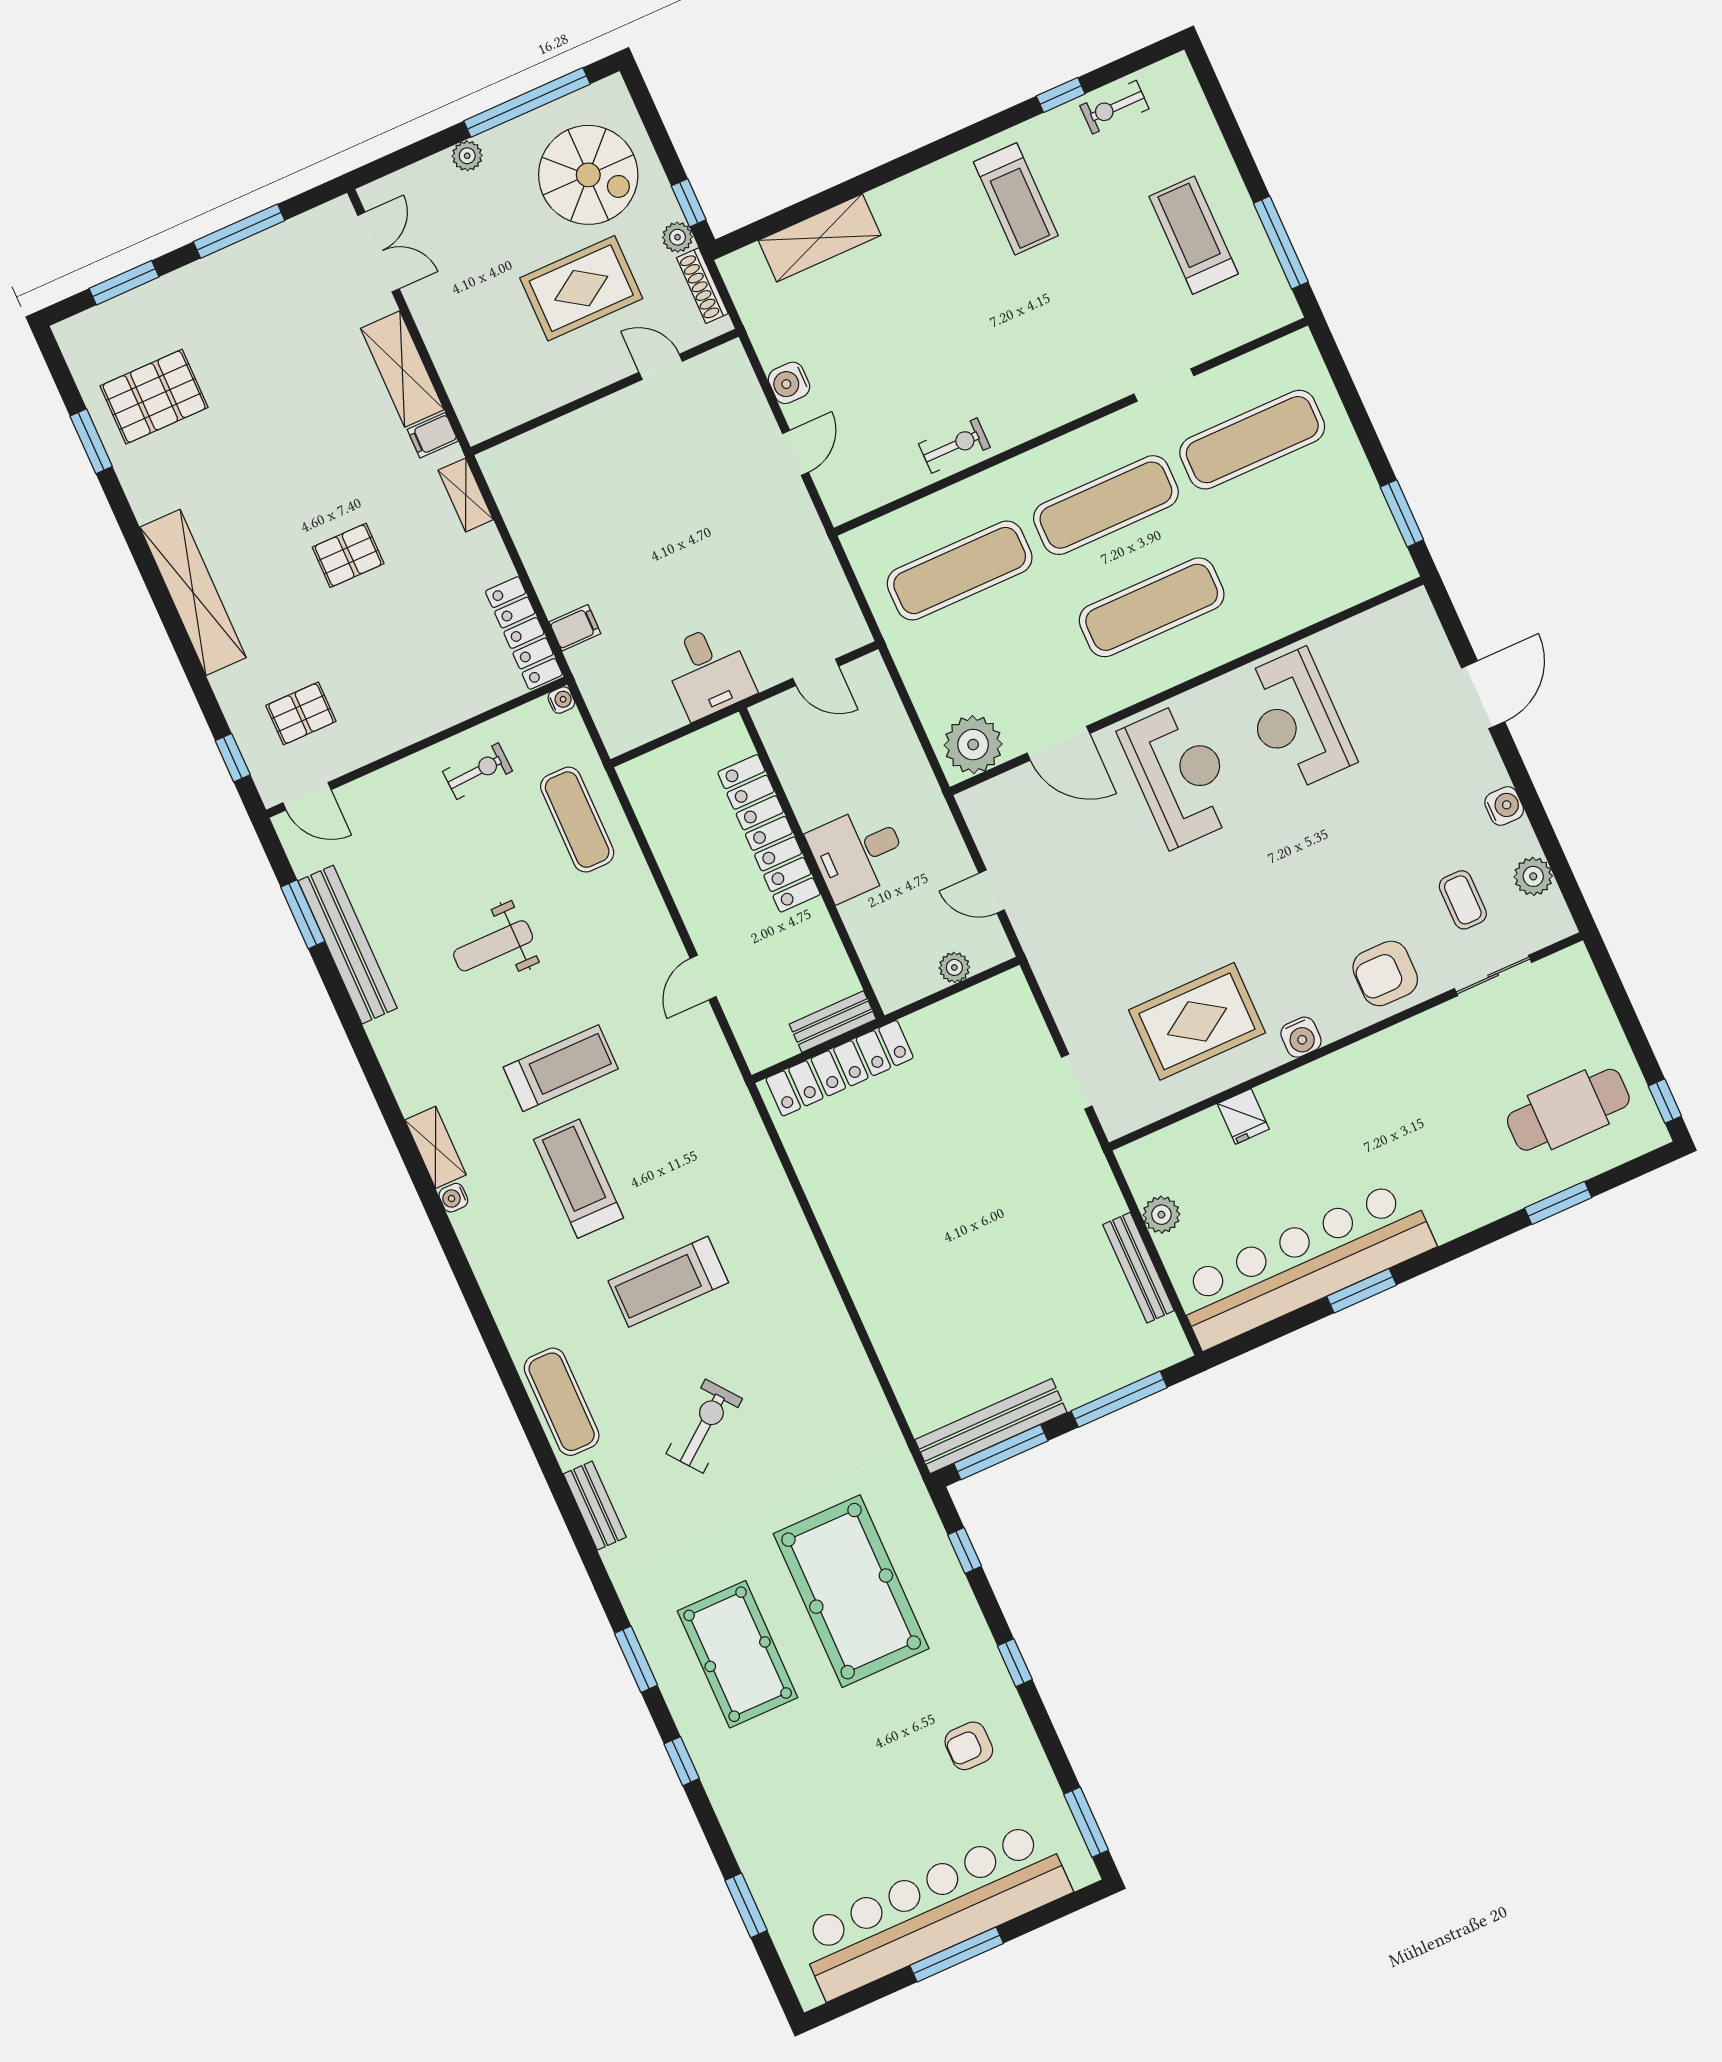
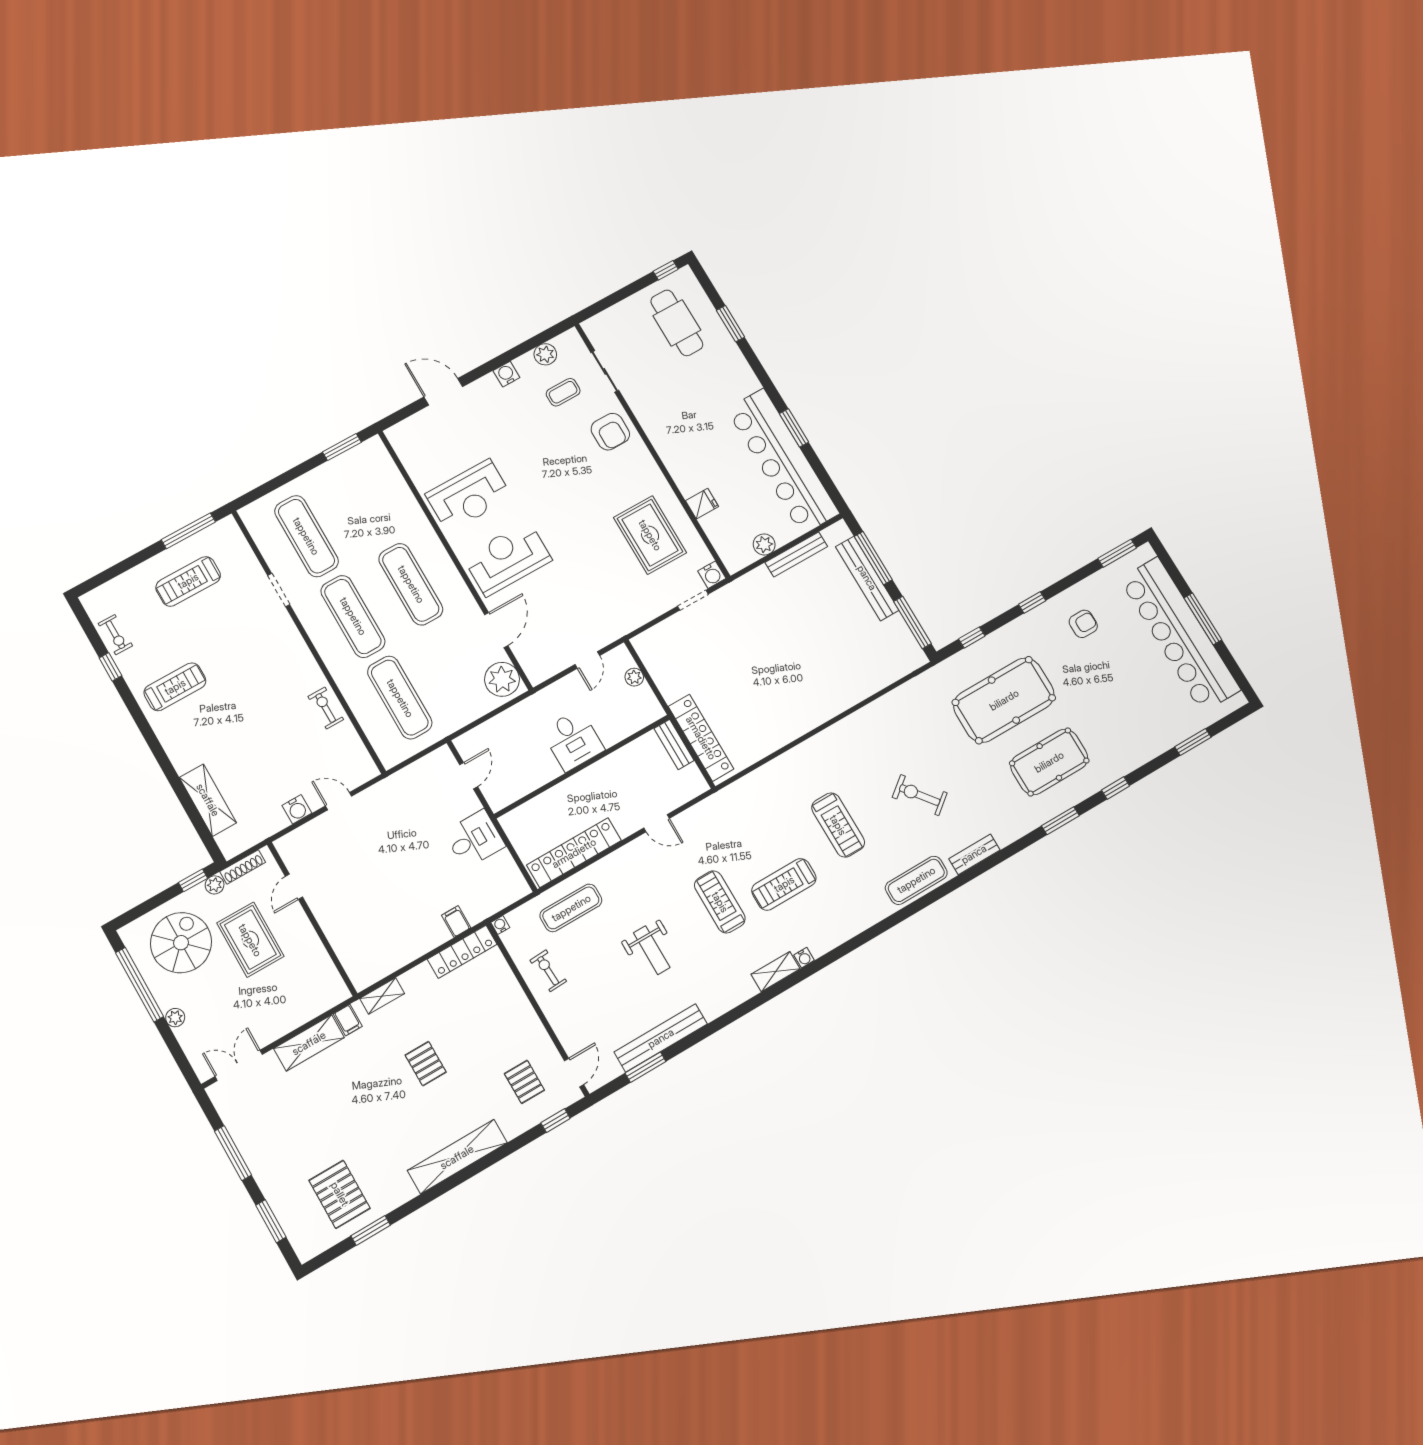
locker: (769, 833) -> (574, 853), moved, turned 180
water cooler: (1301, 1037) -> (712, 575), moved, turned 90
bench: (991, 1426) -> (867, 578), moved
armchair: (969, 1746) -> (1083, 624), turned -90

